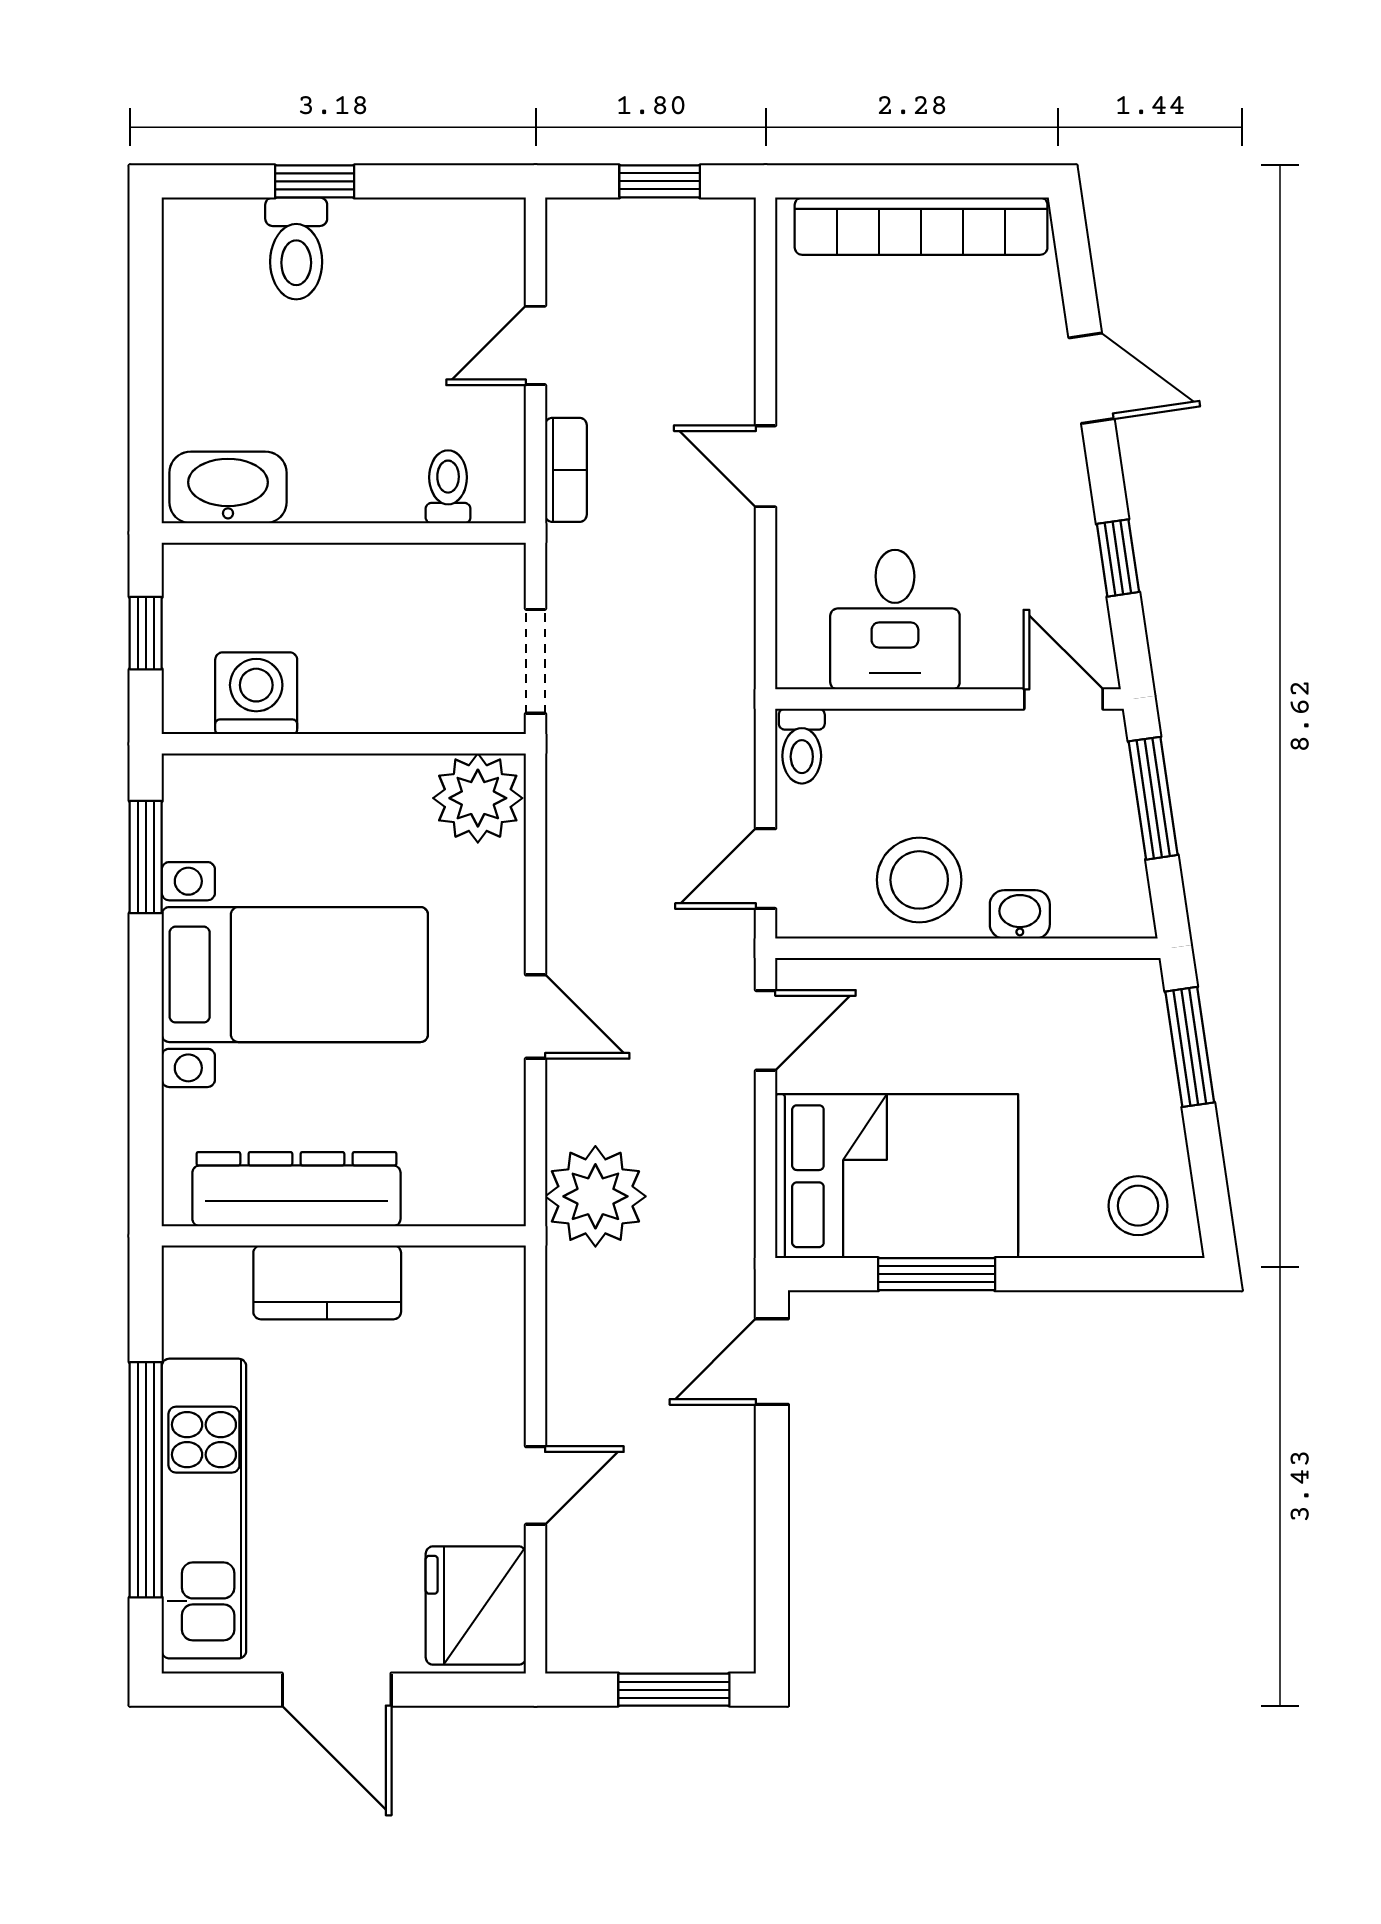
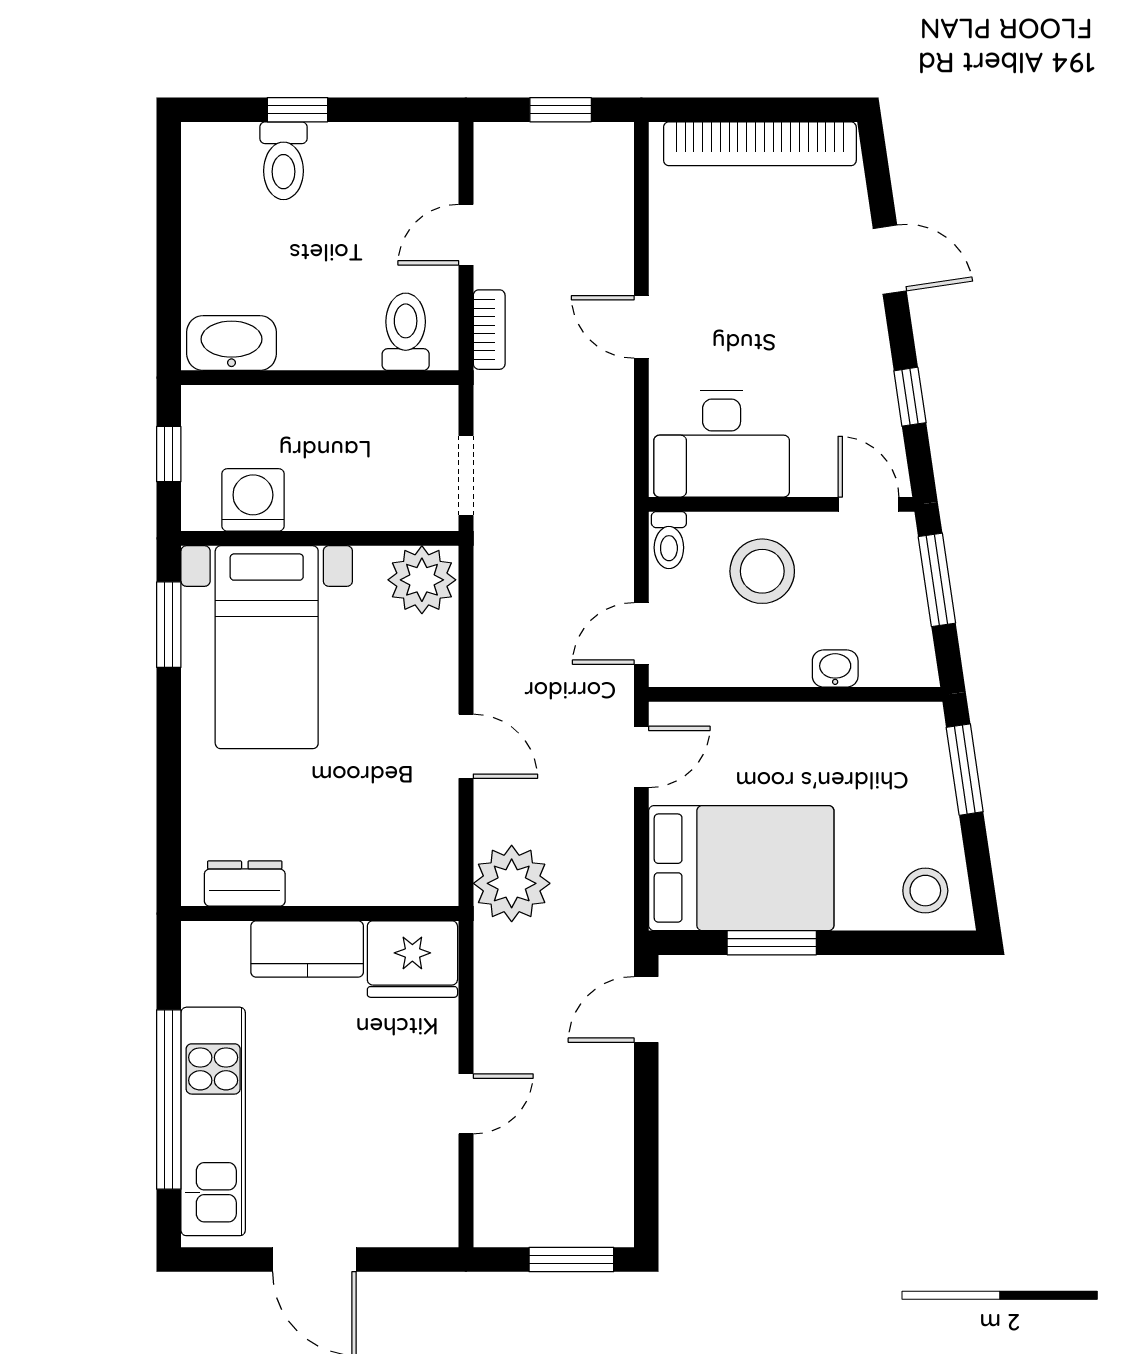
toilet: (448, 487) -> (406, 332), width x1.37, depth x1.39
desk: (895, 620) -> (722, 444), width x1.37
stool: (919, 880) -> (762, 571), moved
bed with nightstands: (295, 975) -> (267, 647), moved, turned 90
dresser: (296, 1189) -> (245, 884), width x0.51, depth x0.80
fridge: (476, 1606) -> (412, 959), moved, turned -90

